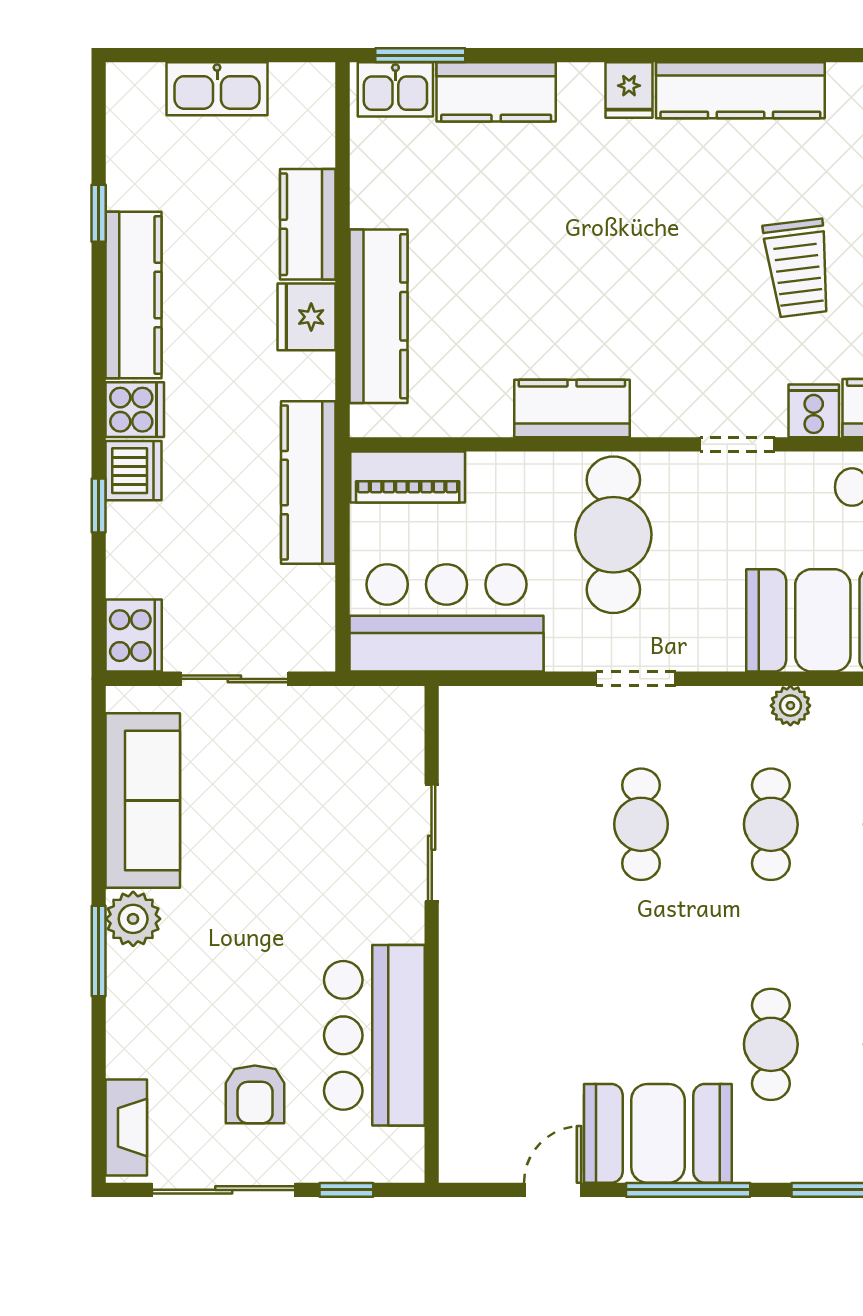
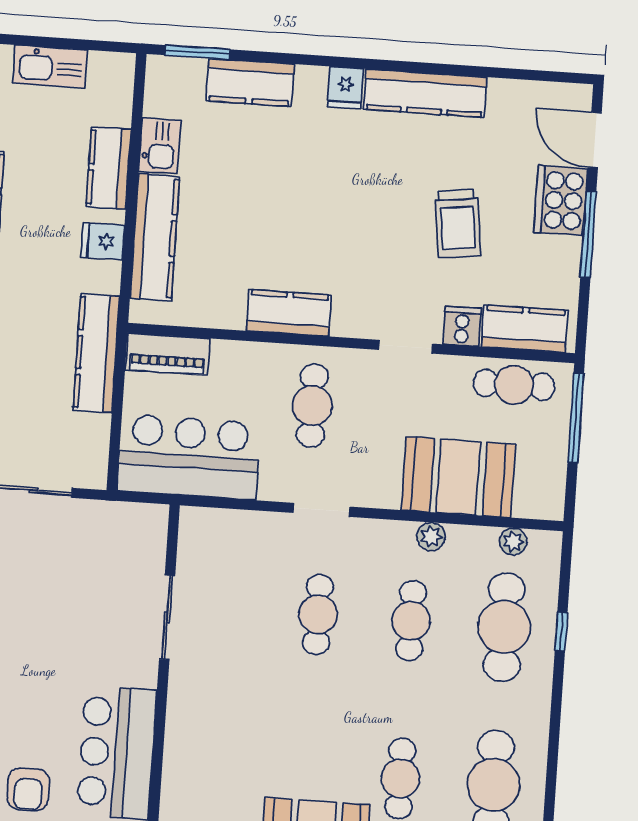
kitchen sink: (395, 89) -> (160, 146), moved, turned -90
fridge: (307, 317) -> (103, 241), width x0.72
cafe table: (613, 535) -> (312, 405), width x0.73, depth x0.74

